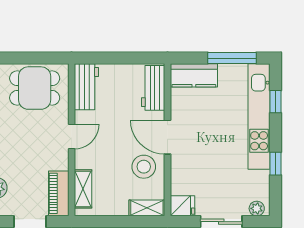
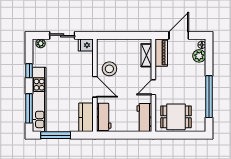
kitchen counter: (194, 75) -> (86, 117), moved, turned -90
window: (276, 102) -> (29, 108), width x2.17
shelving: (147, 208) -> (107, 44), removed

